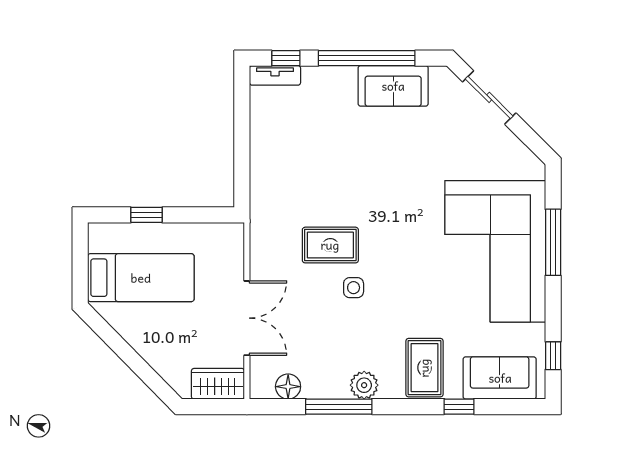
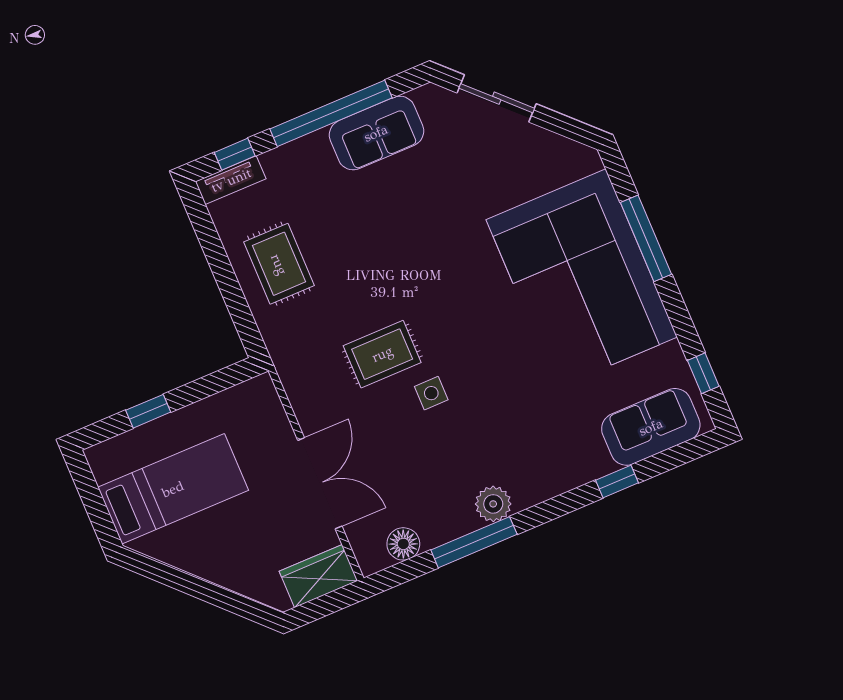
rug: (424, 368) -> (279, 264), moved

